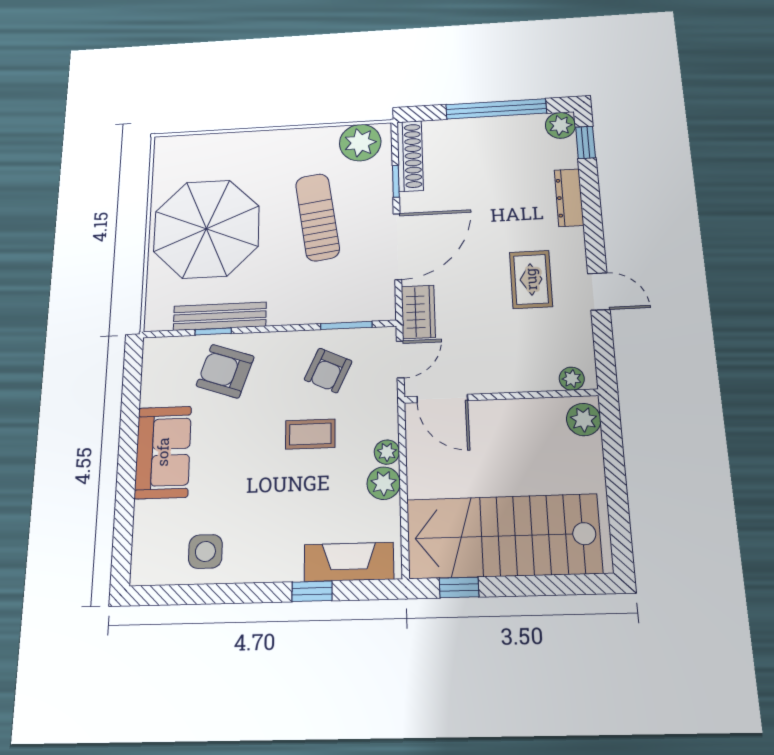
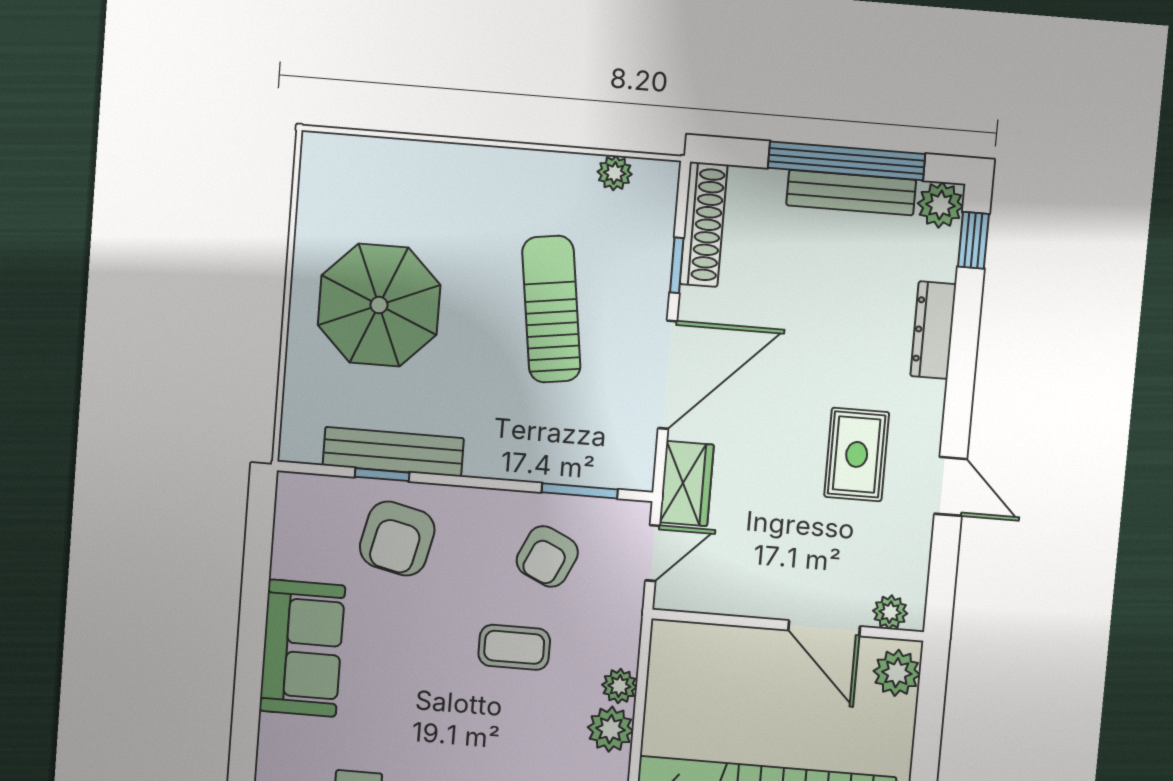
bench: (502, 126) -> (851, 193), added
plant: (360, 143) -> (615, 173), width x0.53, depth x0.53
parasol: (206, 229) -> (379, 305), width x0.73, depth x0.73
armchair: (225, 371) -> (397, 539), turned -96
door: (442, 398) -> (824, 628), moved

